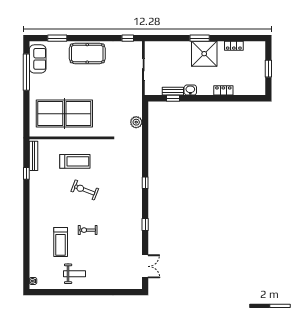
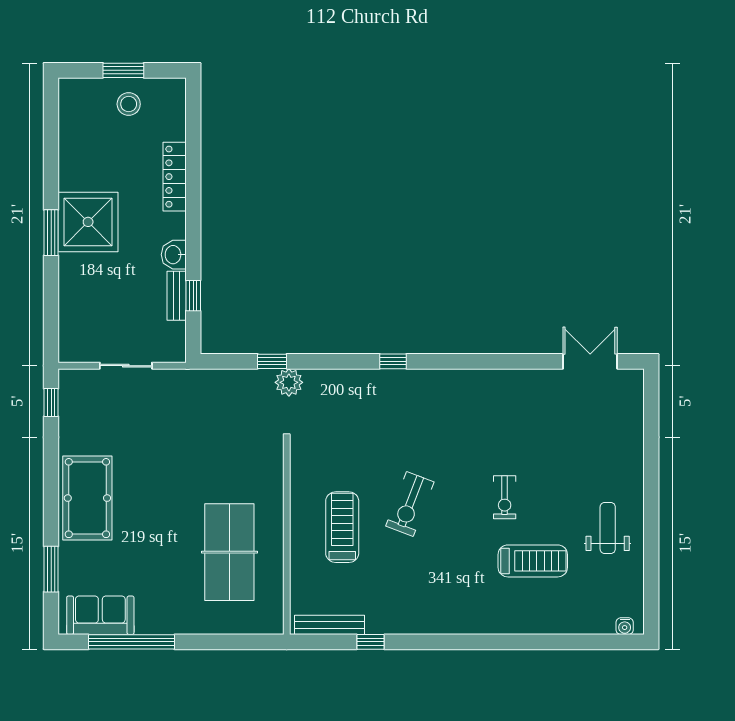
locker: (234, 46) -> (69, 152), removed
stool: (254, 71) -> (129, 104), added
locker: (223, 90) -> (175, 177), width x1.53
table tennis table: (64, 114) -> (229, 552), width x0.73, depth x0.76
plant: (136, 122) -> (289, 382), moved
window: (145, 225) -> (272, 361), moved

